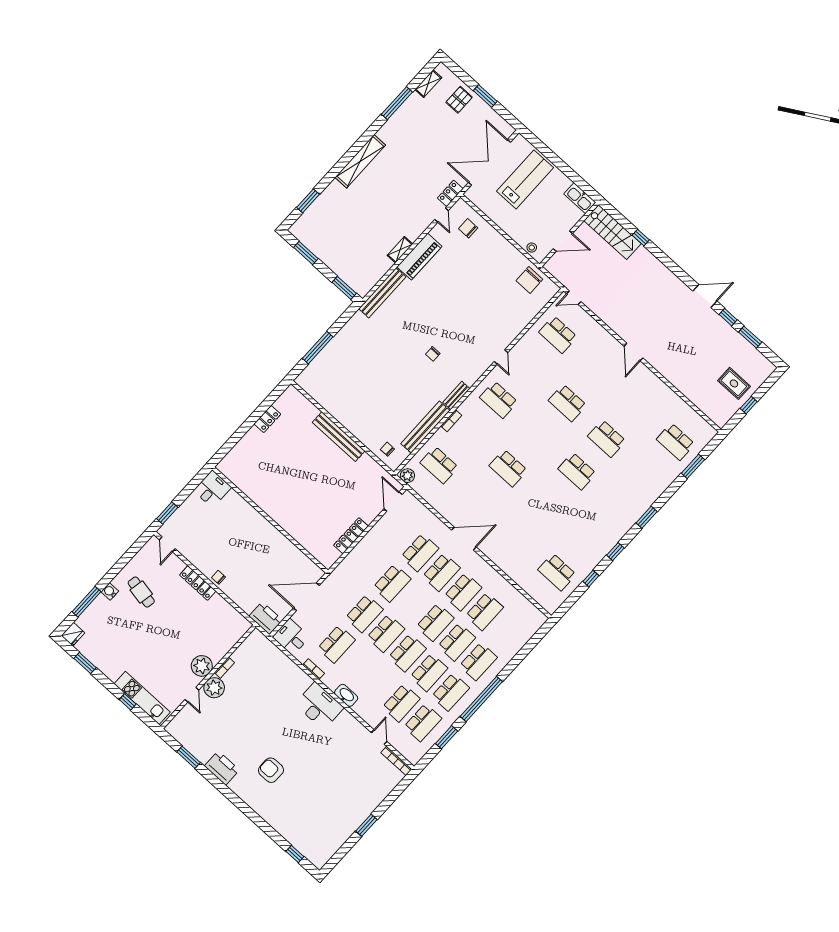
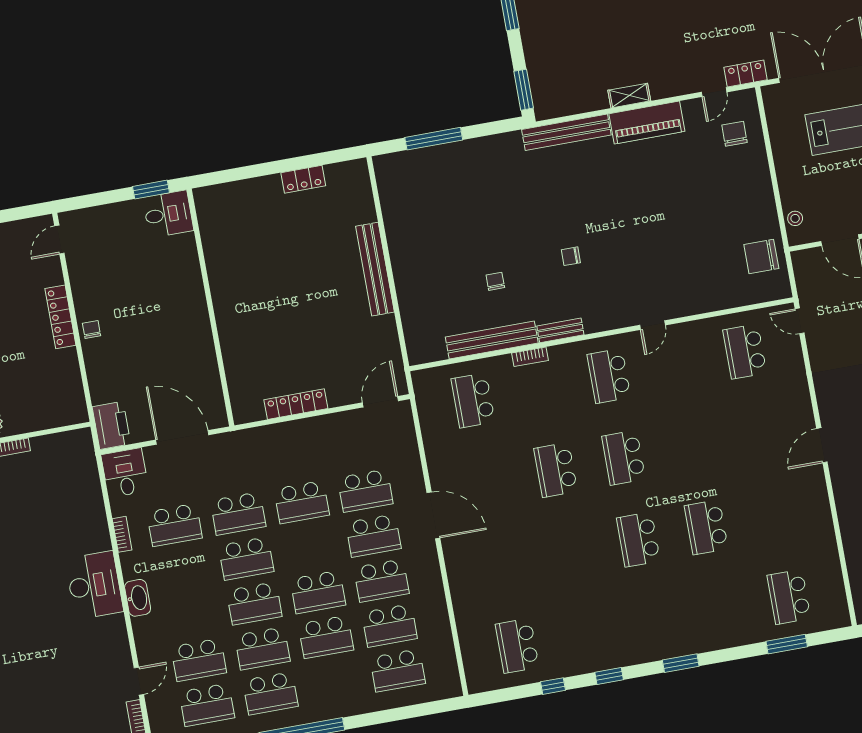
school desk: (567, 403) -> (624, 458), moved
chair: (387, 449) -> (495, 281), moved
plant: (407, 476) -> (423, 383), removed
window: (167, 513) -> (151, 190), moved
school desk: (478, 662) -> (398, 670), moved

